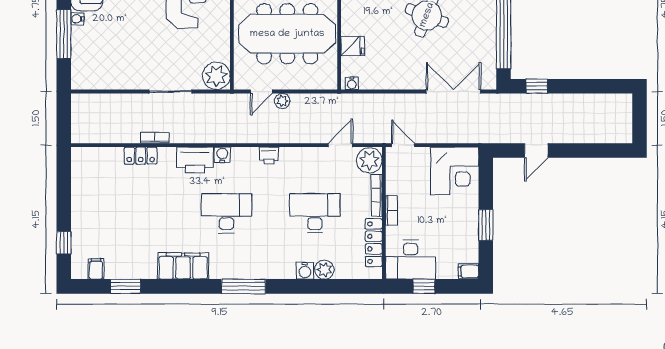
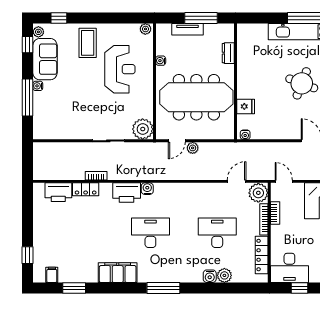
printer: (269, 155) -> (58, 192), moved, width x1.87, depth x1.48
bookcase: (392, 210) -> (275, 213), moved

